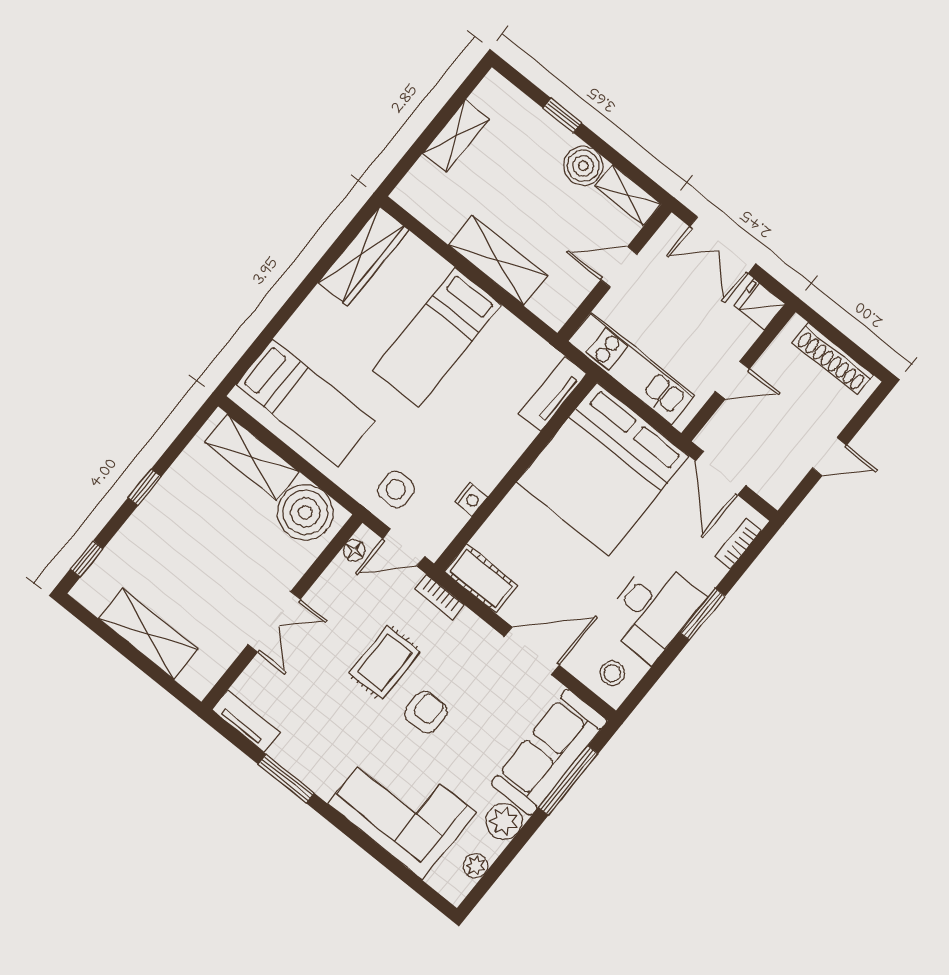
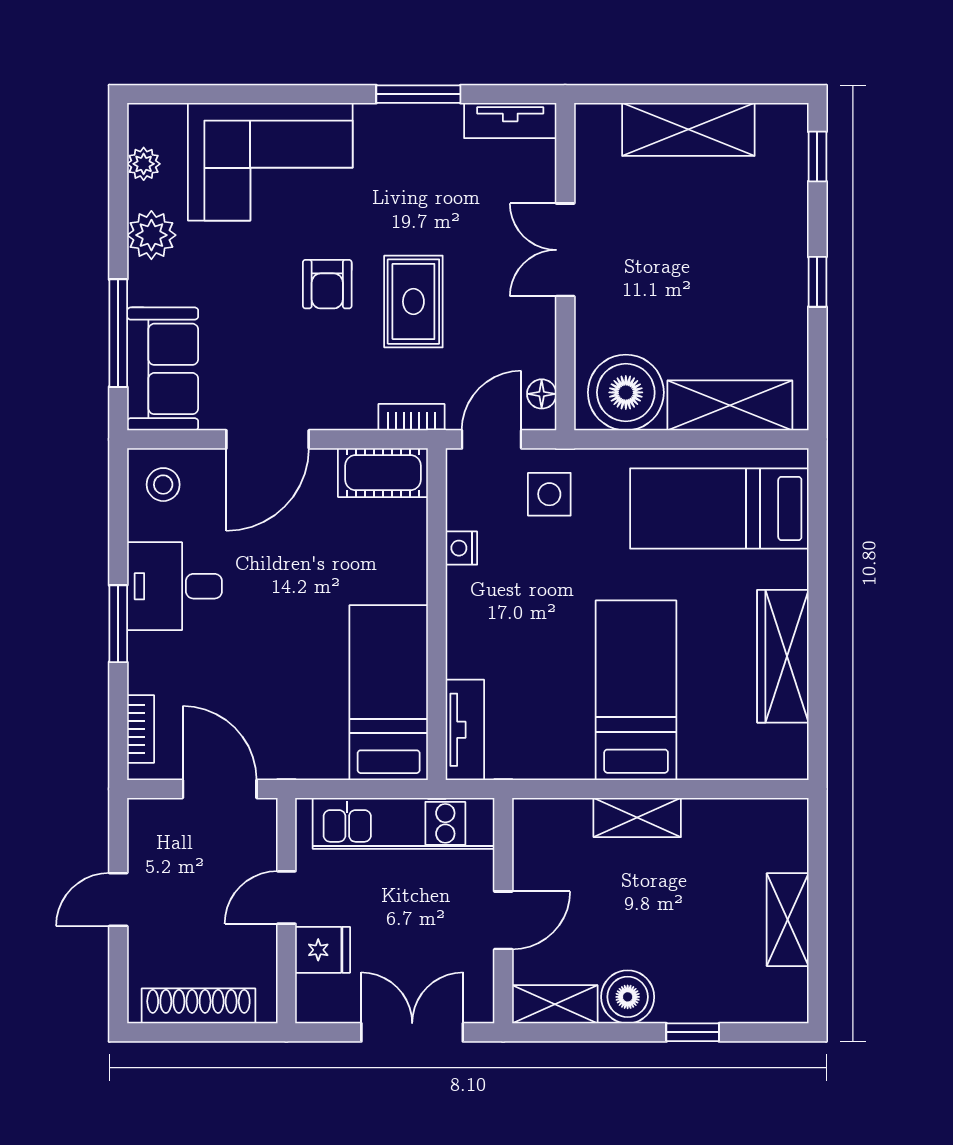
wardrobe: (364, 256) -> (783, 656), moved
shelving: (498, 260) -> (637, 817), width x0.67, depth x0.75
fridge: (759, 305) -> (323, 950), moved
bed: (603, 469) -> (389, 693), width x0.49
desk: (653, 610) -> (175, 586), width x0.73
sofa: (549, 752) -> (163, 369), width x0.73

